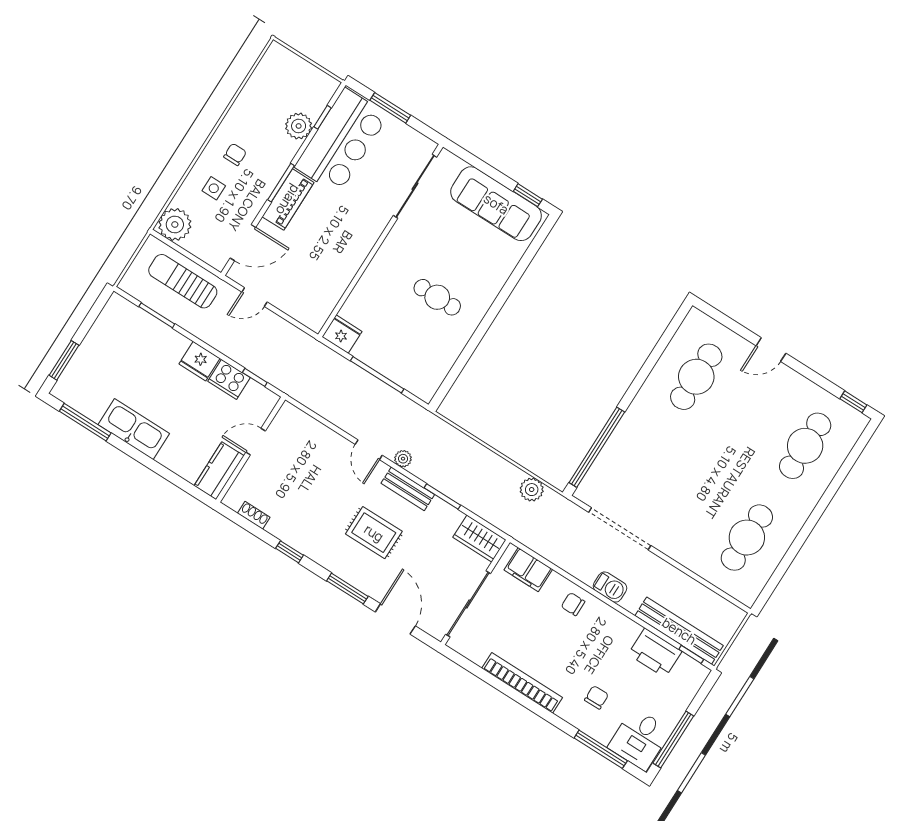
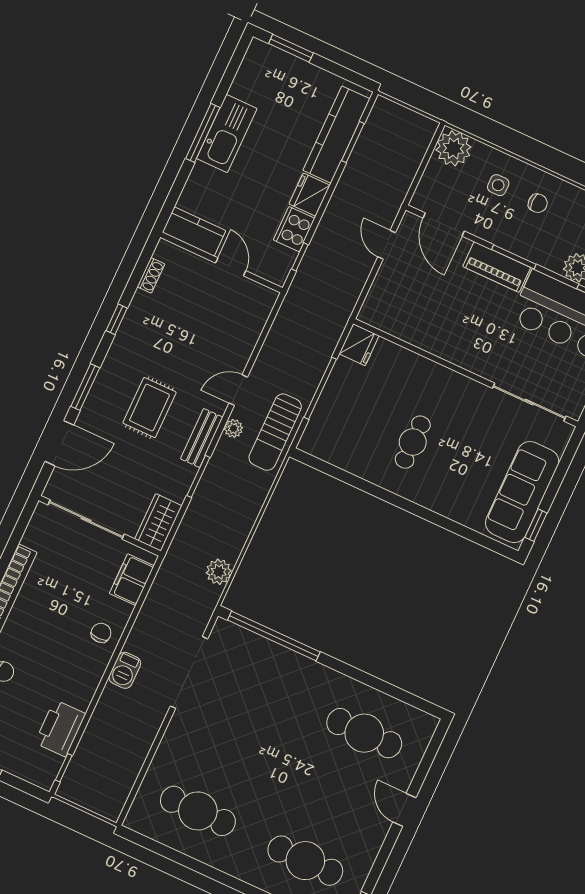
sun lounger: (183, 281) -> (275, 432), moved, turned 180
kitchen counter: (148, 329) -> (336, 135), added
window: (85, 422) -> (203, 133), moved
bench: (679, 631) -> (88, 751), removed

